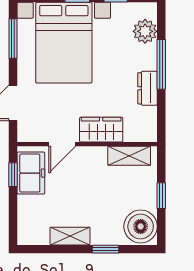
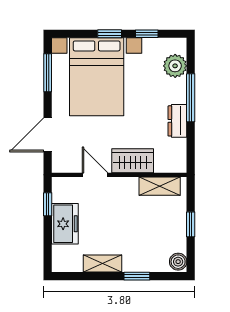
door: (62, 144) -> (95, 175), swing flipped
freezer: (31, 173) -> (65, 224), moved
boiler: (141, 226) -> (178, 262), width x0.54, depth x0.54

